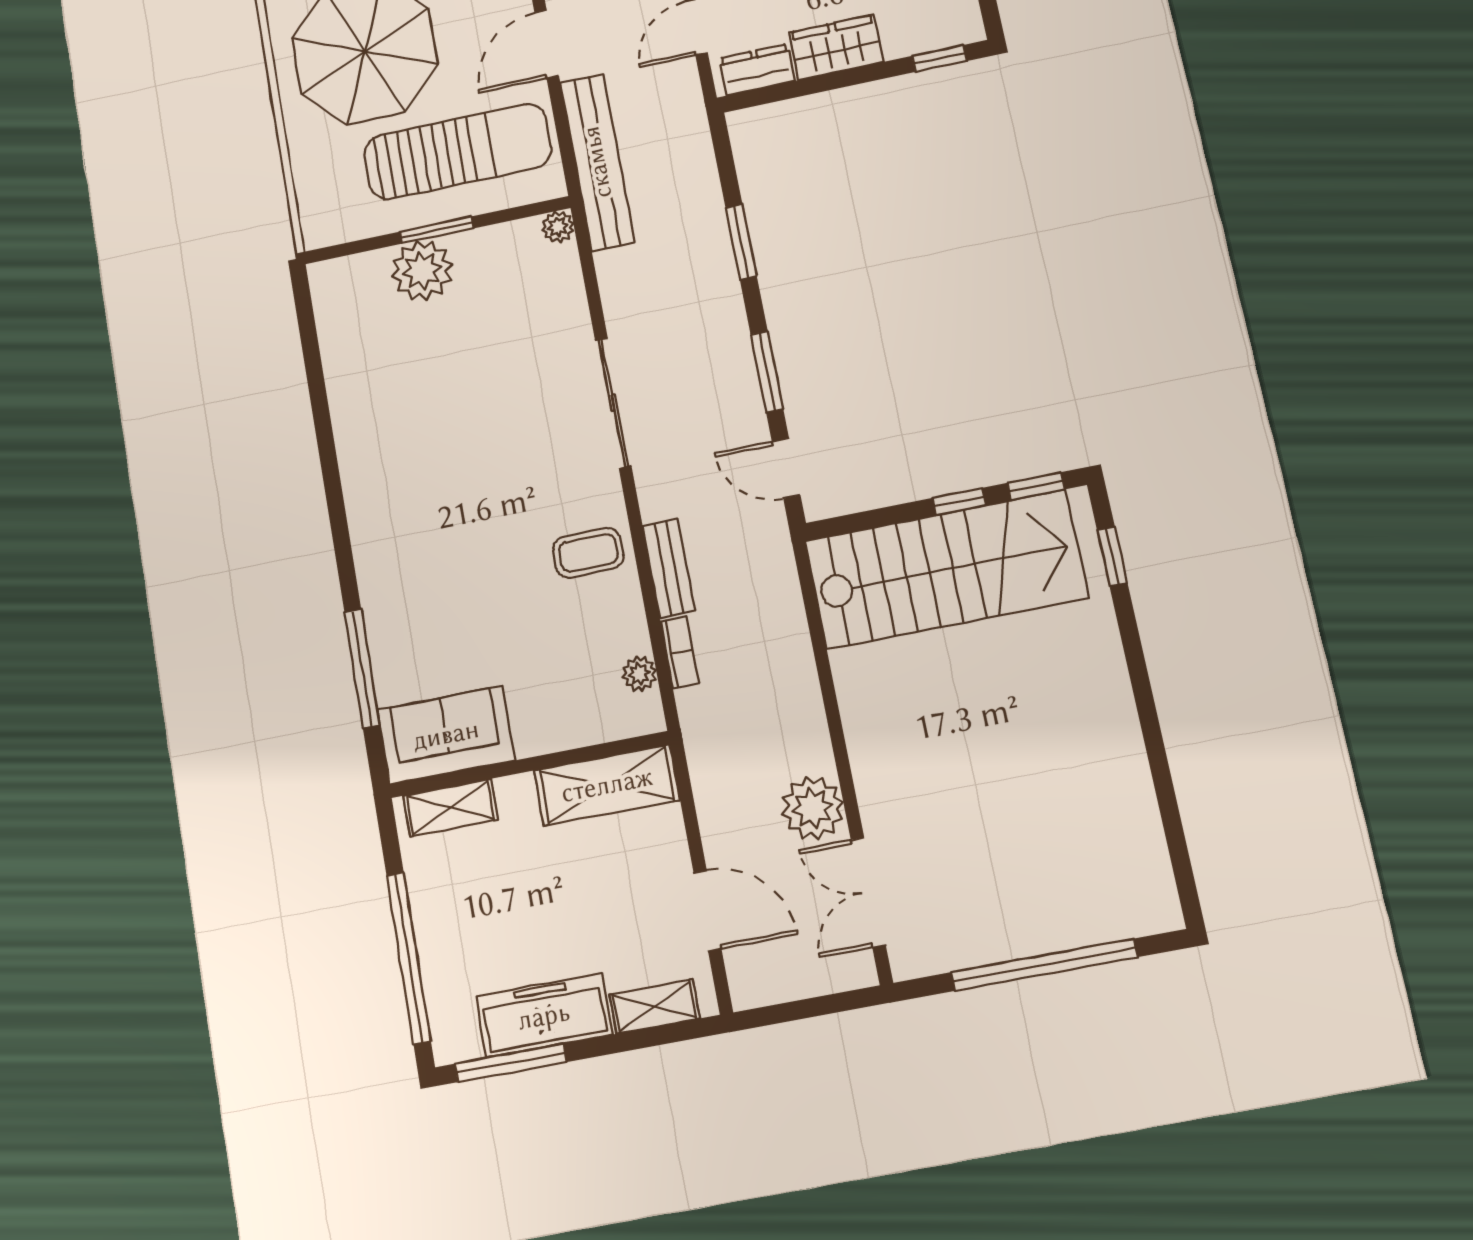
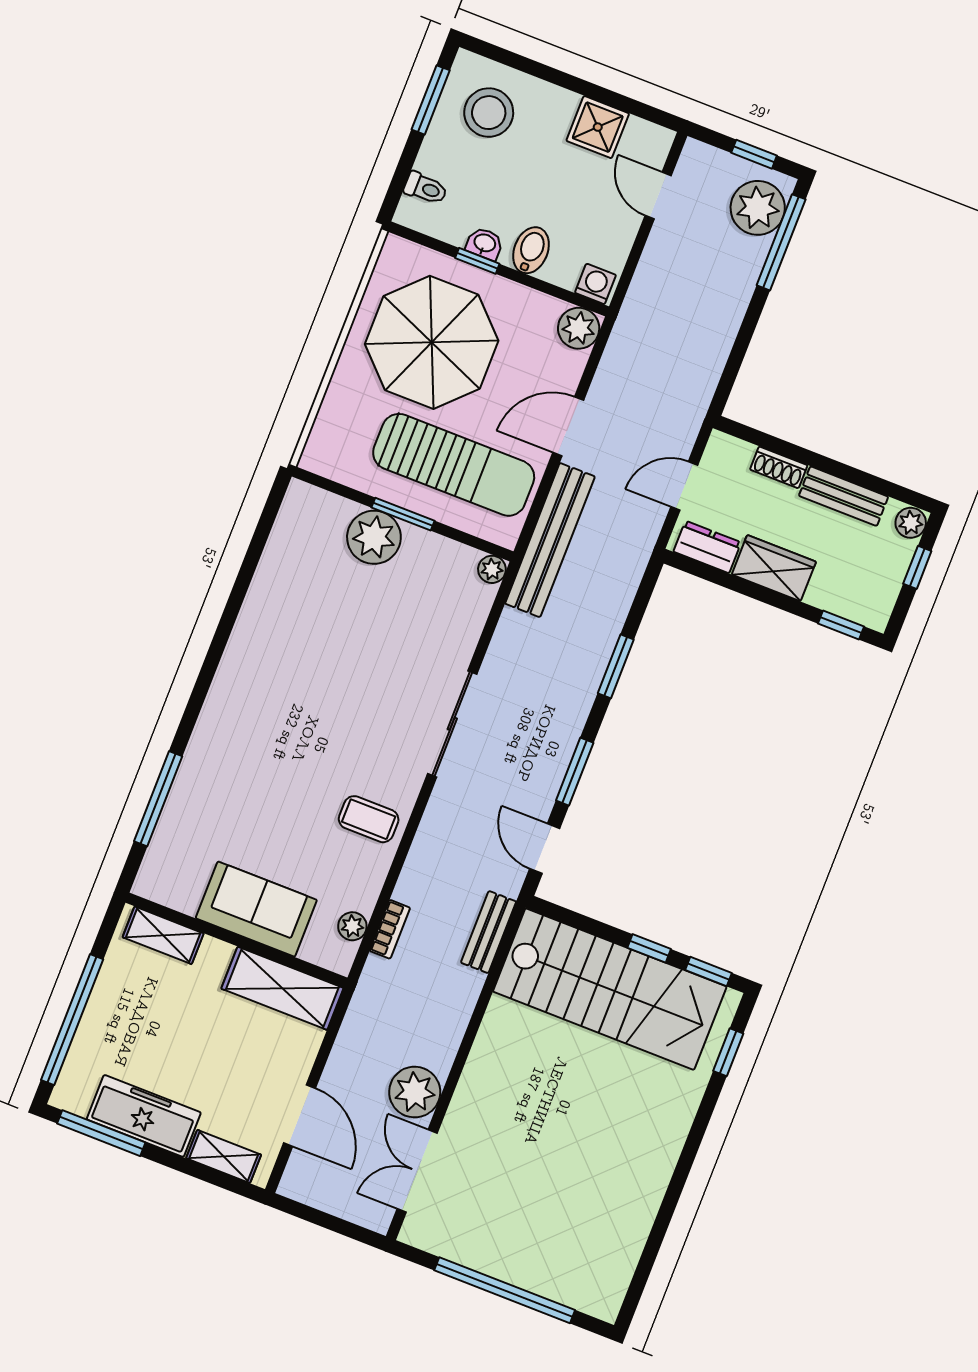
bench: (669, 568) -> (489, 932), moved
sofa: (446, 735) -> (256, 909), moved

